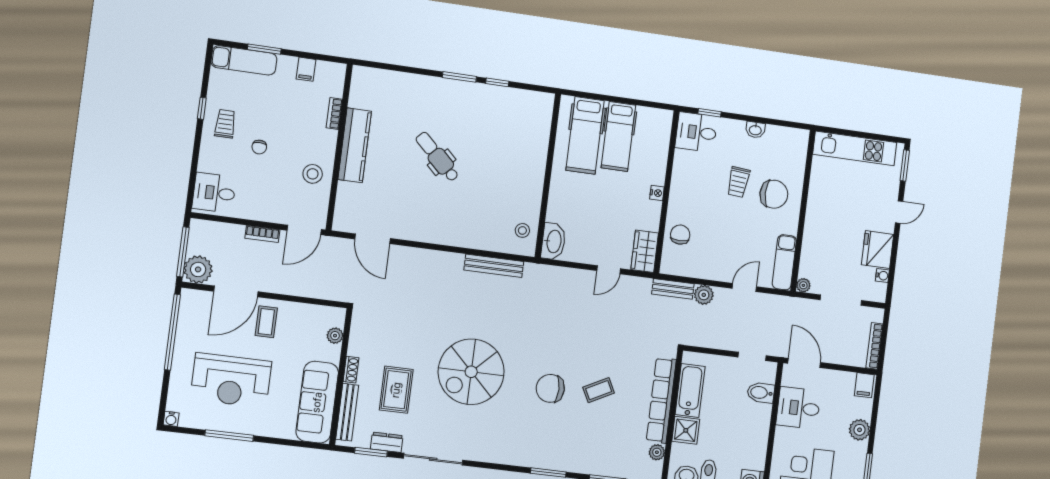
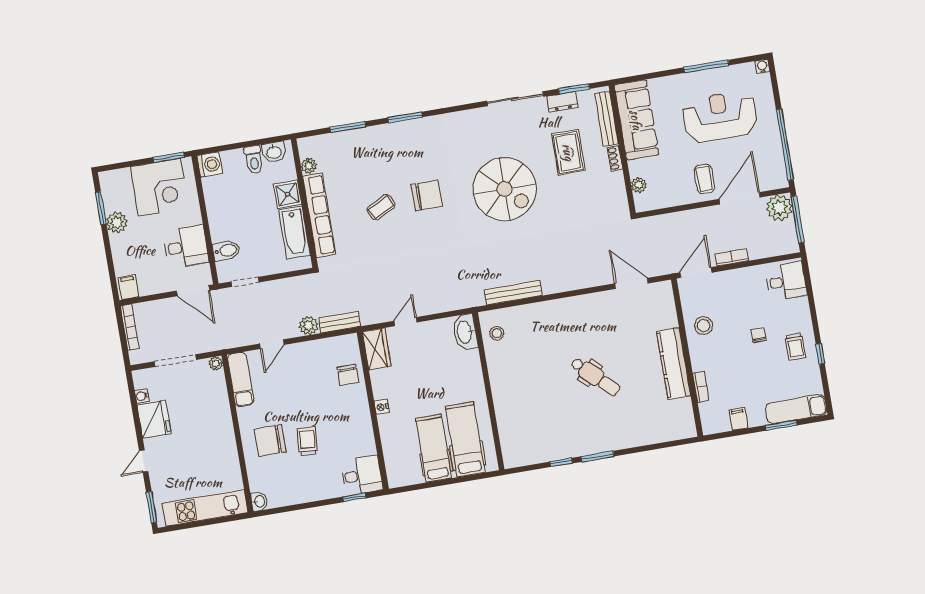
washbasin: (755, 130) -> (259, 501), moved, turned 90
spiral stairs: (471, 372) -> (505, 189), turned 90
plant: (859, 430) -> (117, 222), moved

